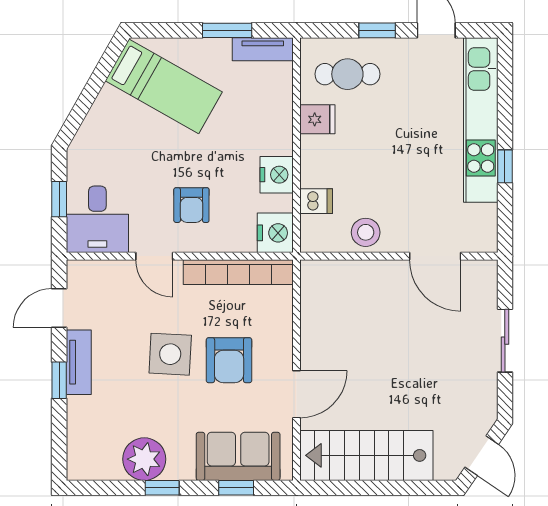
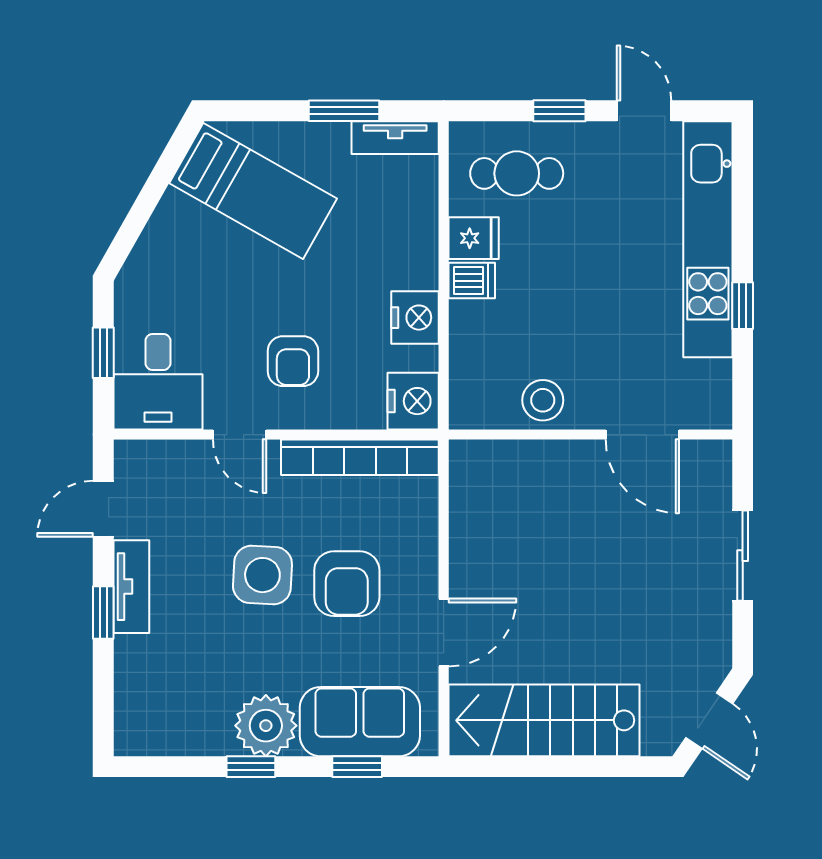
dishwasher: (316, 201) -> (472, 281), moved
plant: (144, 459) -> (266, 726), moved

